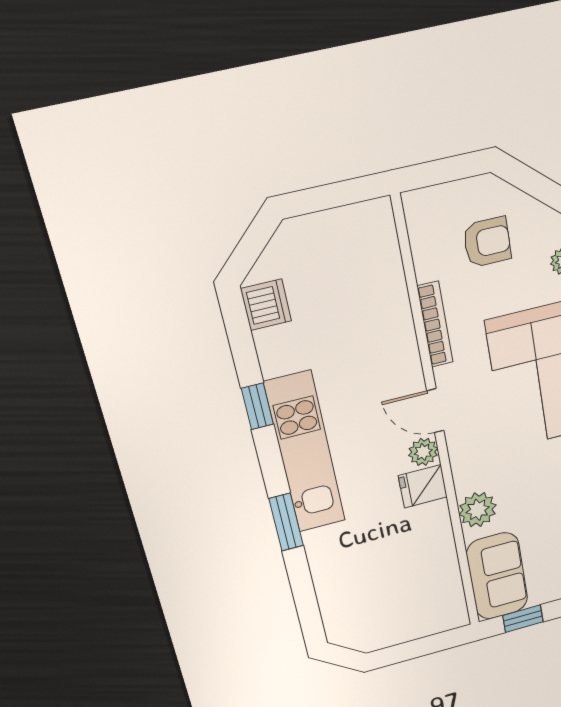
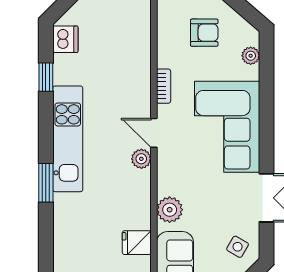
bookcase: (435, 324) -> (164, 86), width x0.64
window: (257, 406) -> (46, 77), moved
fridge: (423, 486) -> (137, 243), moved

